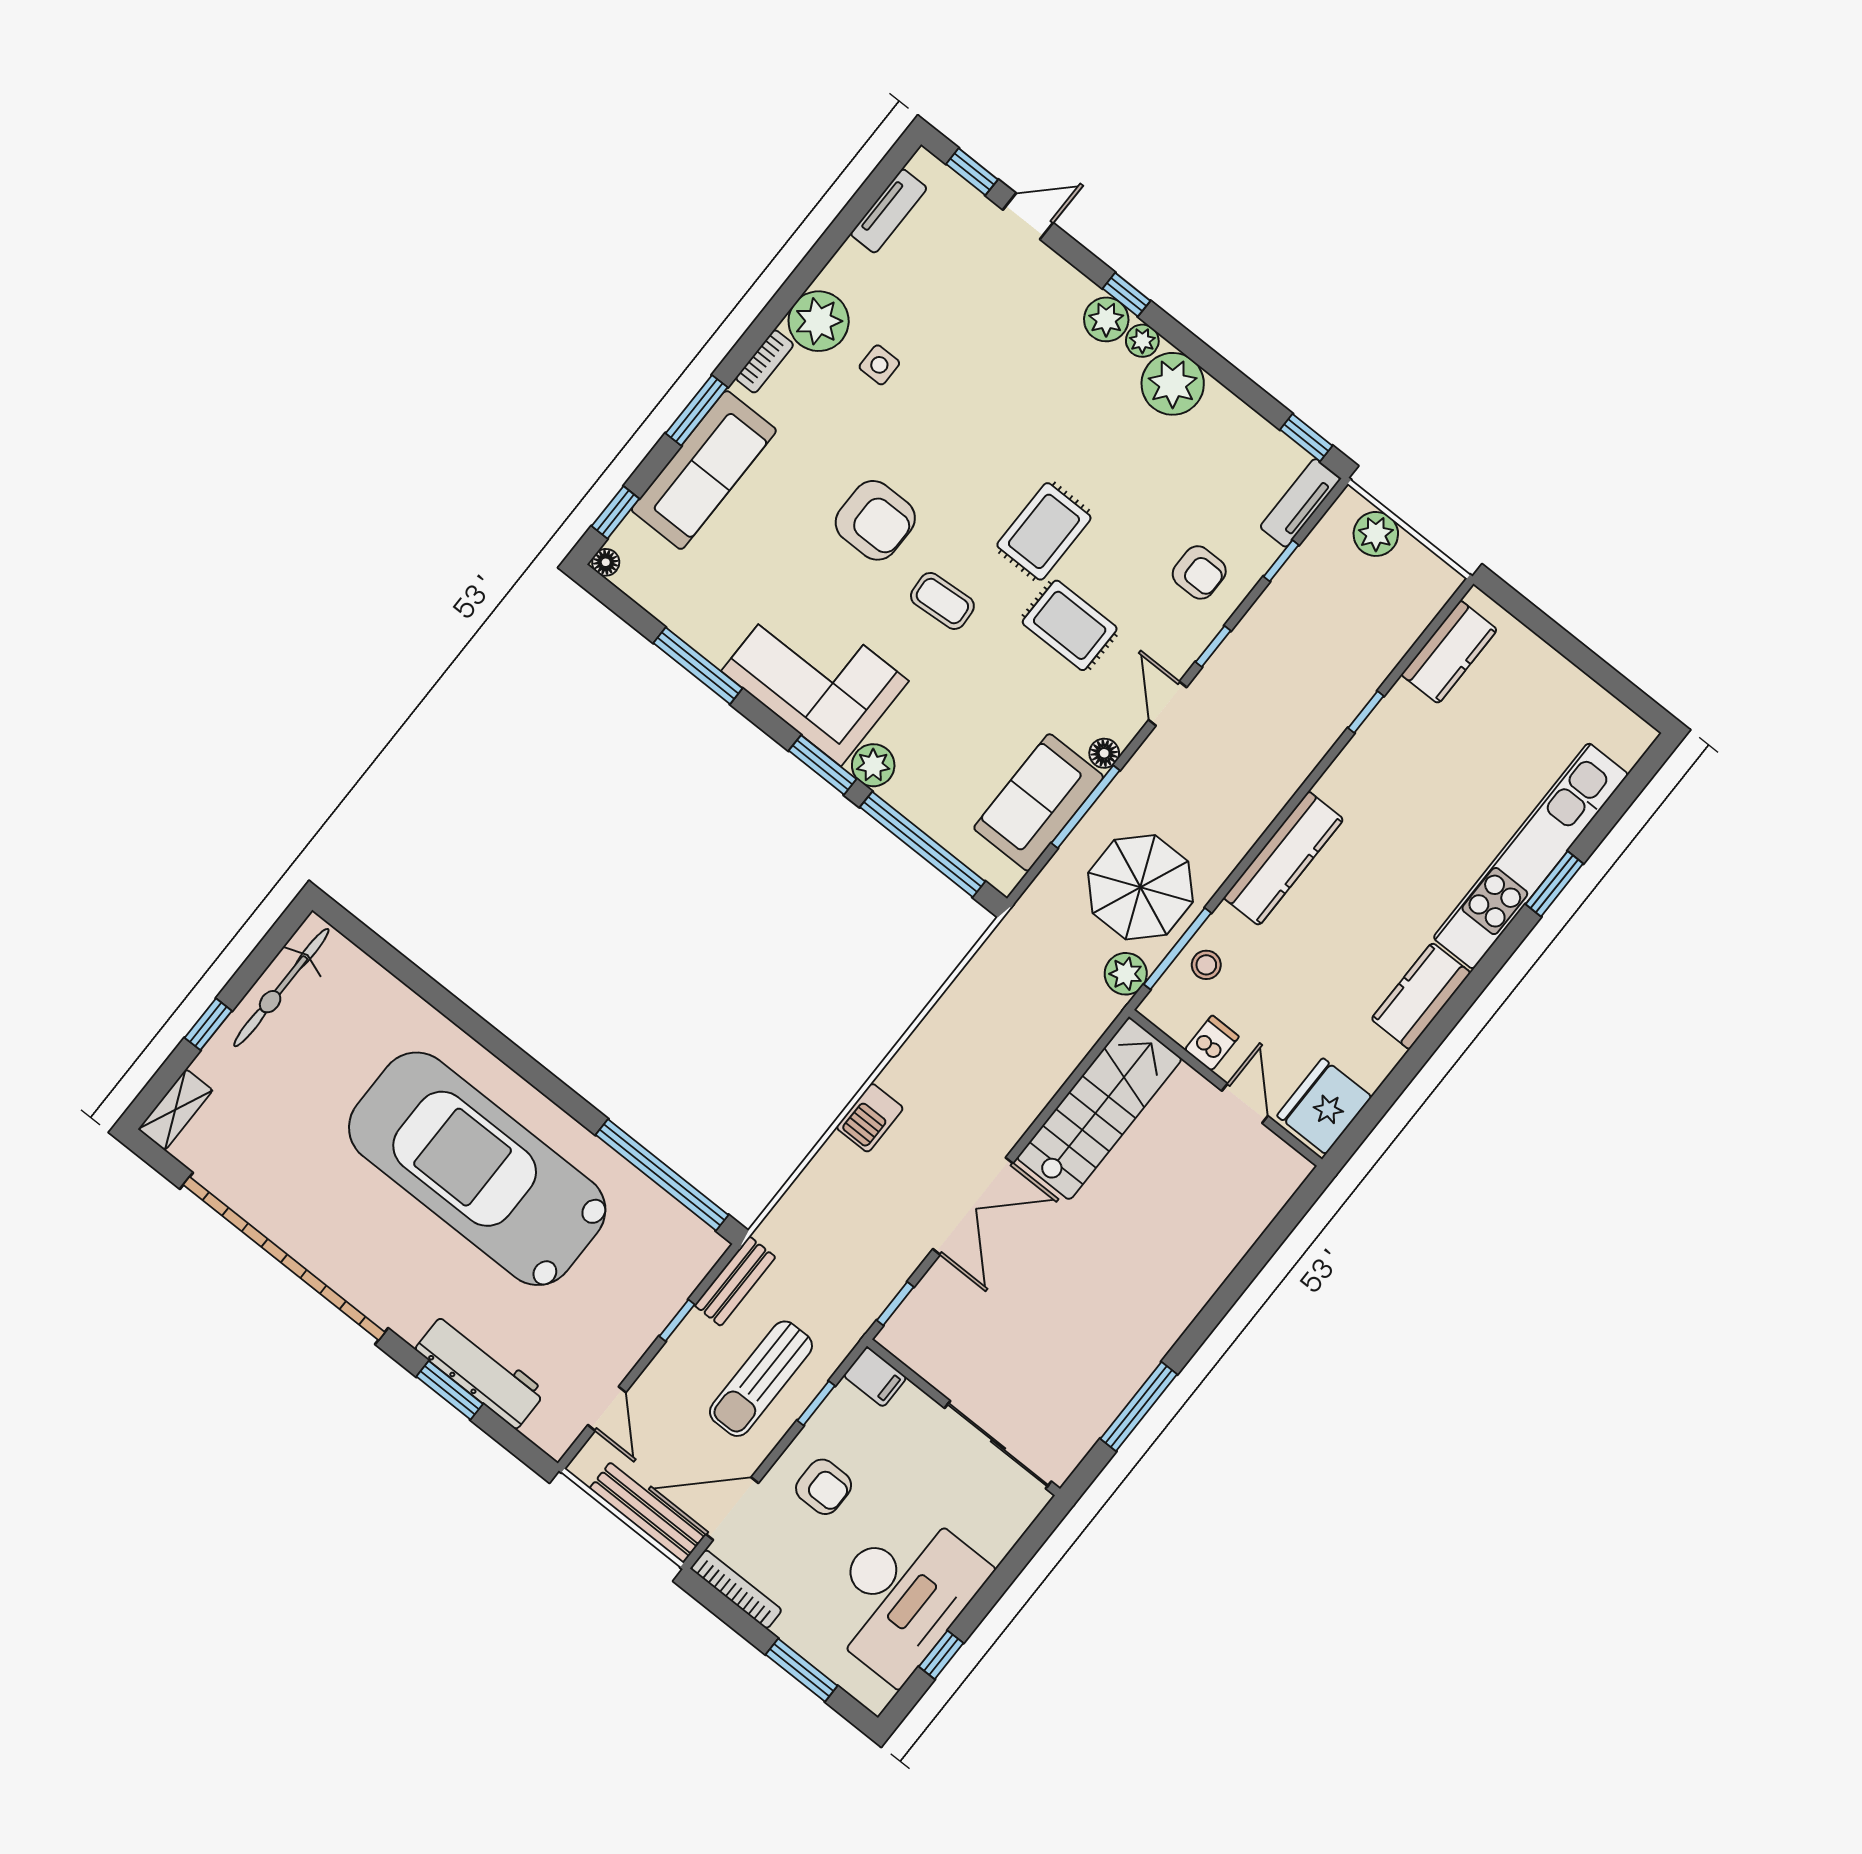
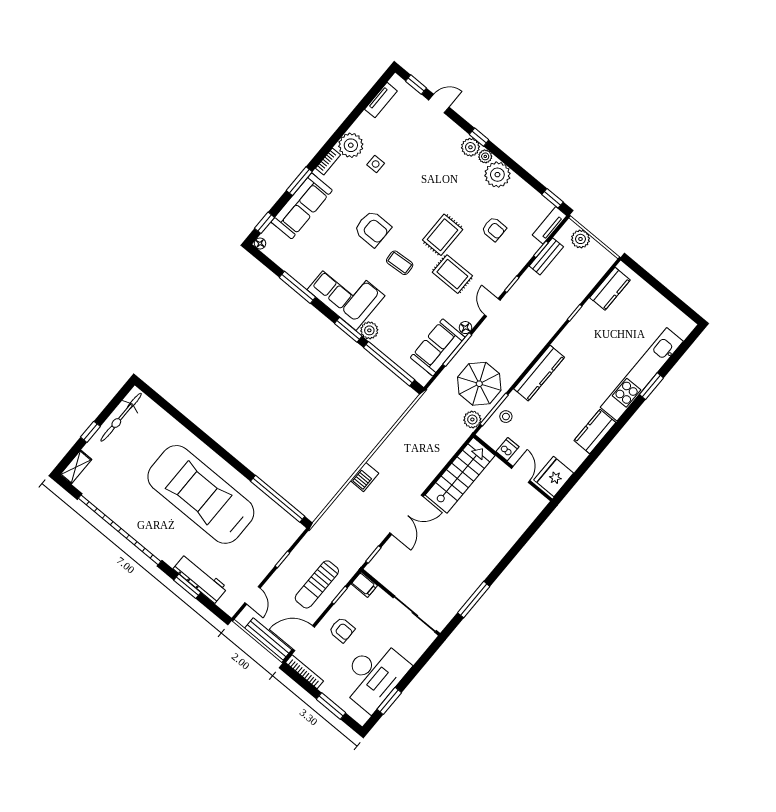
armchair: (1199, 572) -> (494, 229), moved
bench: (735, 1281) -> (546, 256), moved
window: (941, 1655) -> (389, 701), width x1.50

